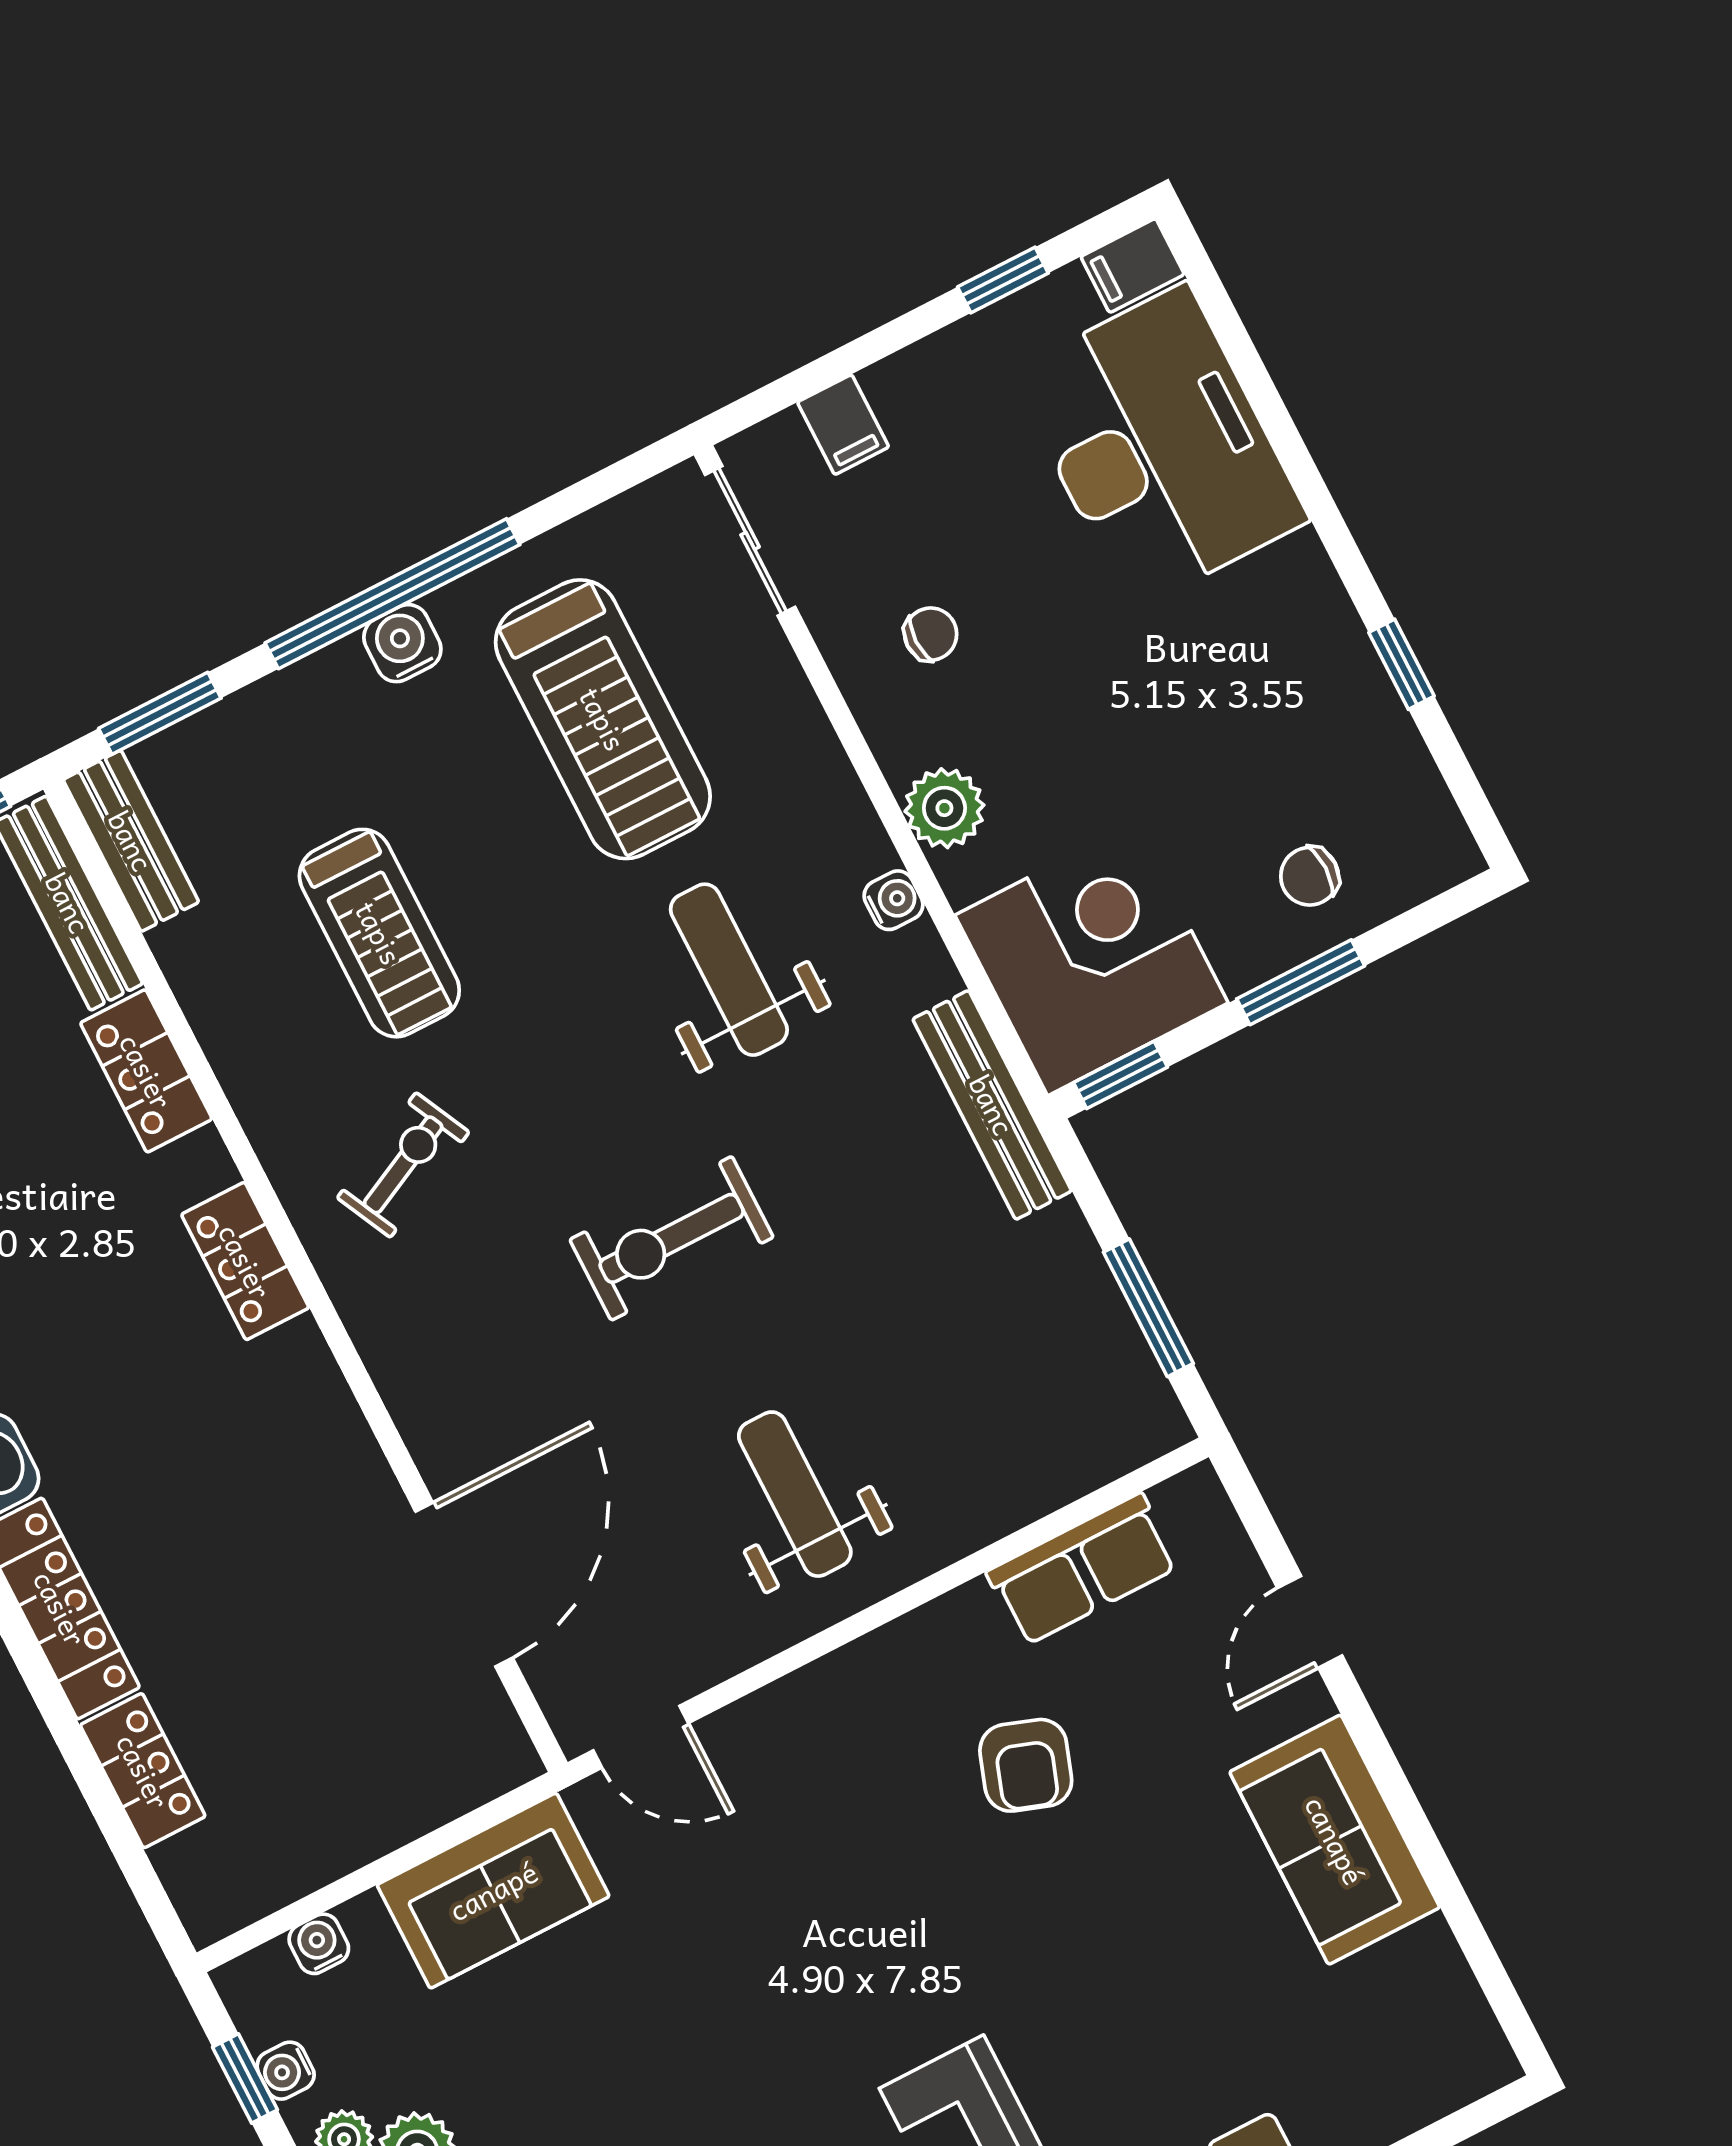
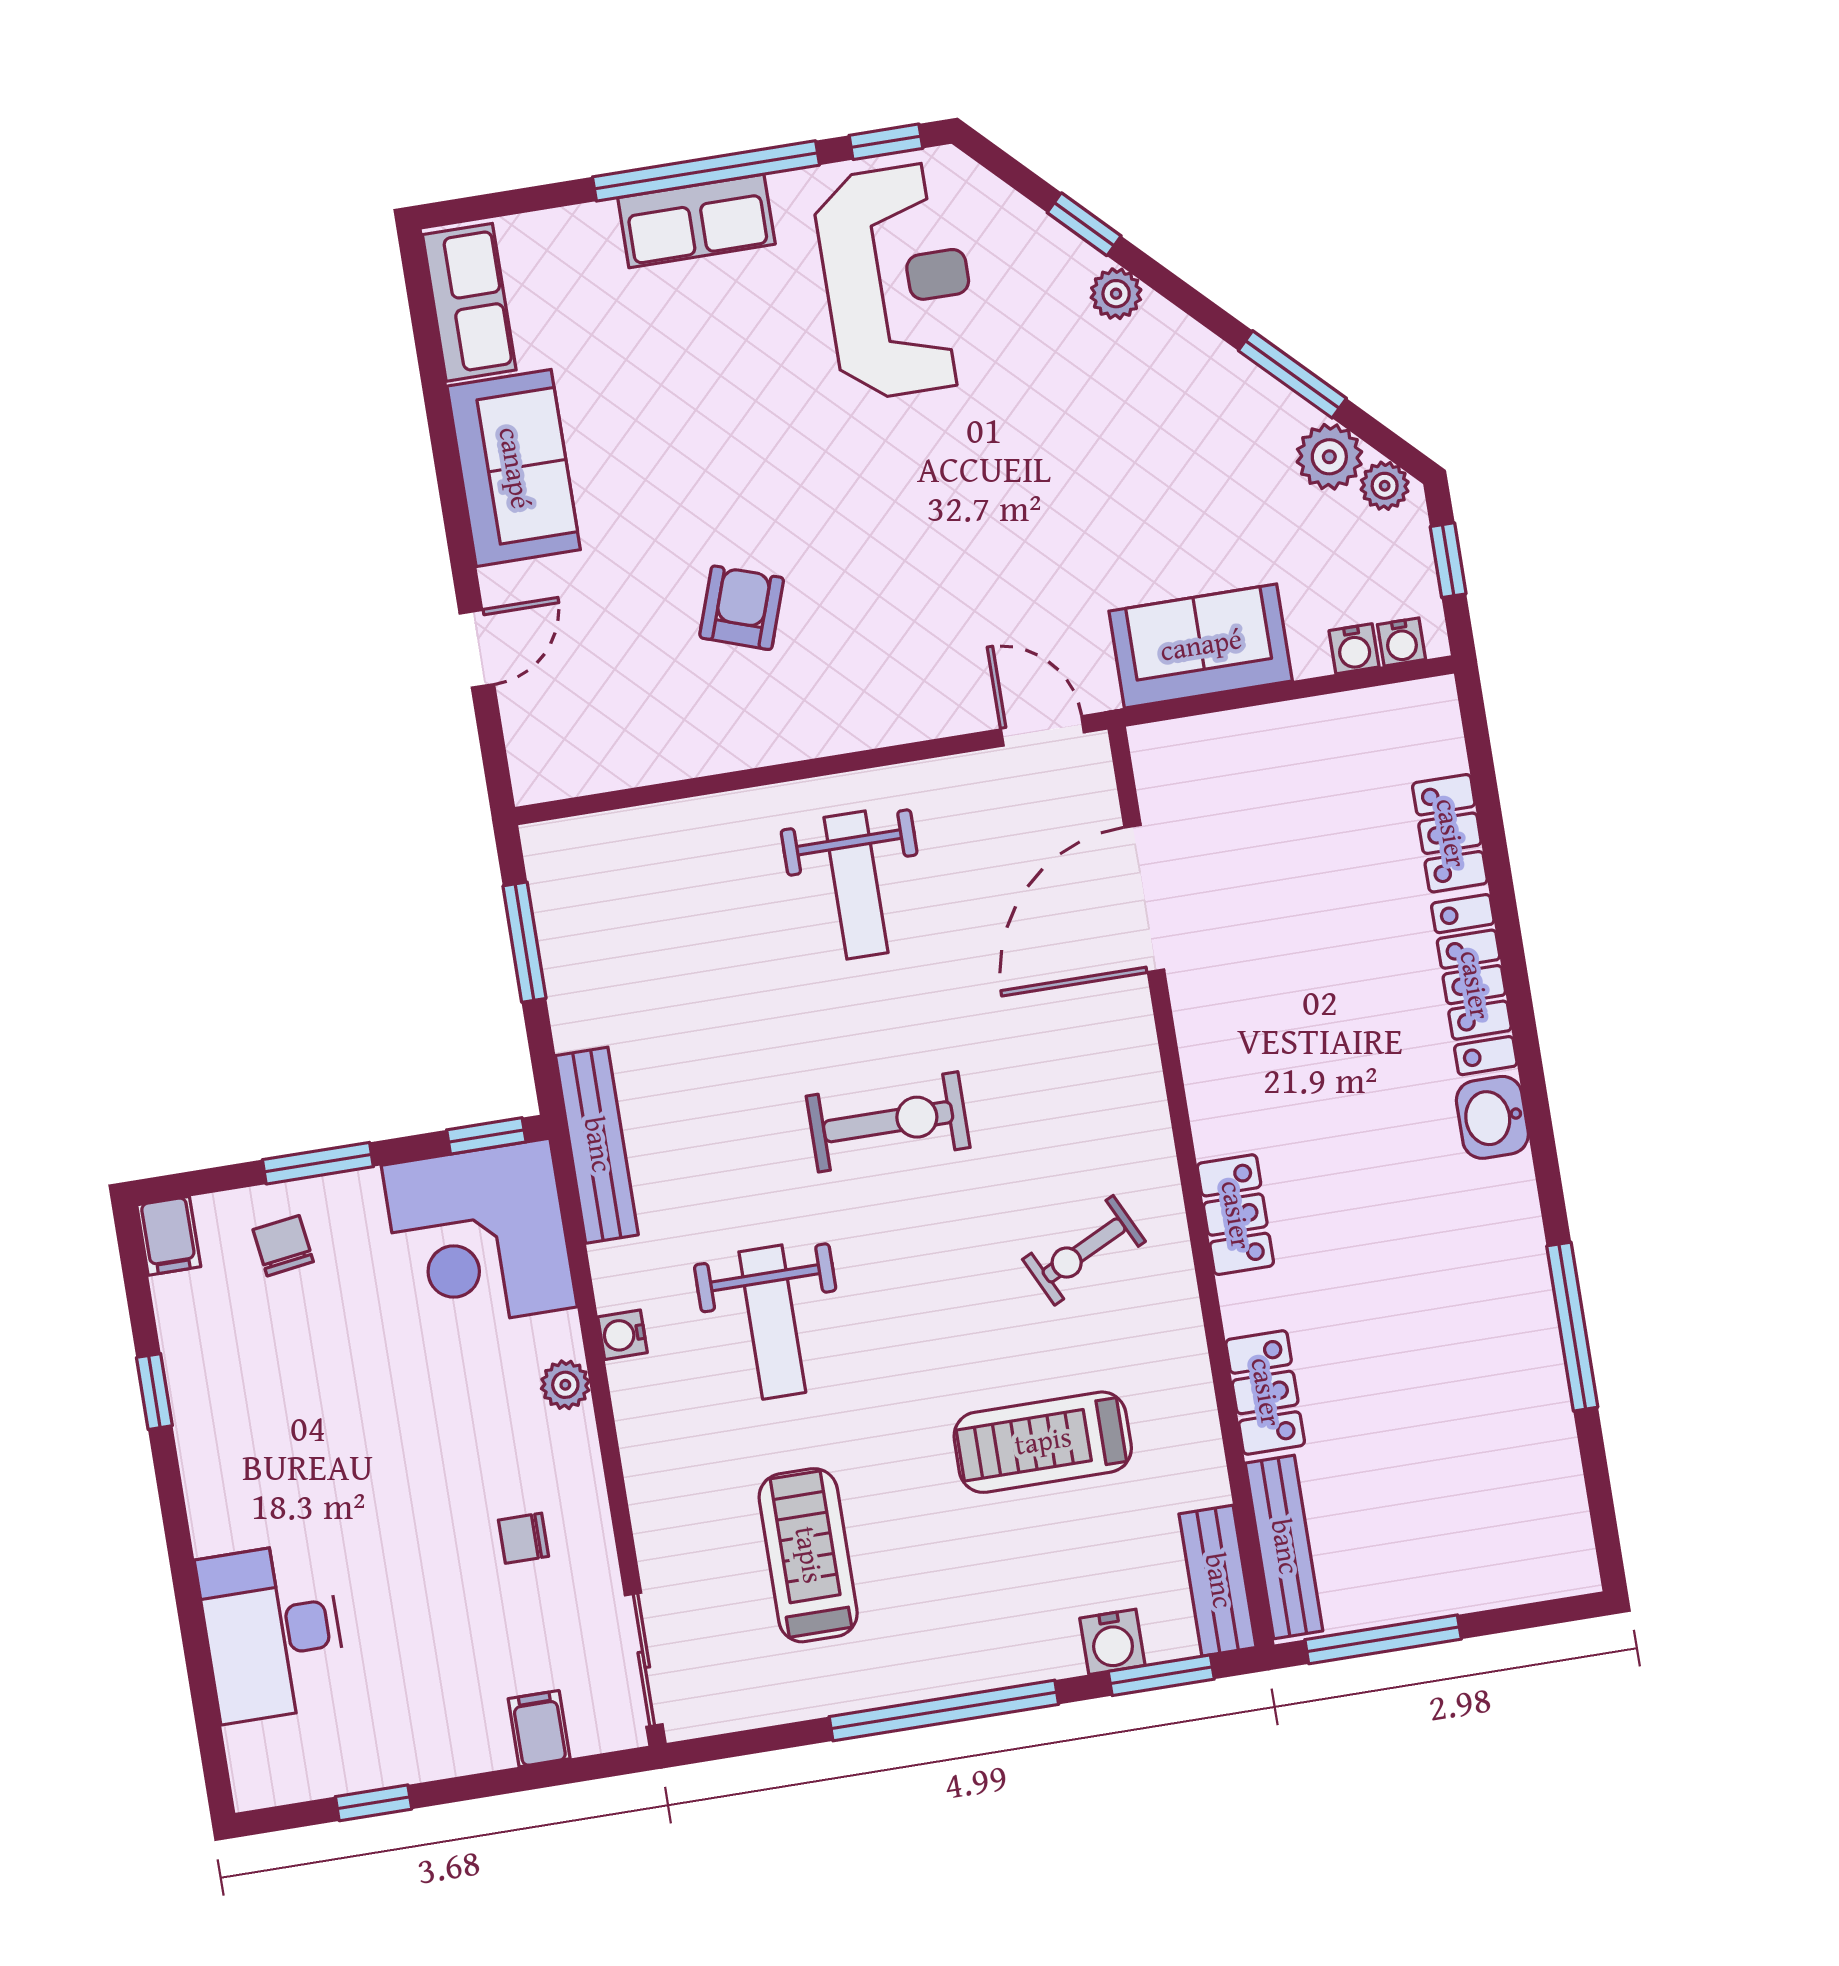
filing cabinet: (1133, 265) -> (169, 1236), moved, turned 90
desk: (1159, 446) -> (272, 1632), width x0.73, depth x0.77
water cooler: (402, 643) -> (1112, 1642), moved
treadmill: (603, 719) -> (808, 1555), width x0.73, depth x0.73
plant: (944, 808) -> (565, 1385), width x0.73, depth x0.73
chair: (1310, 876) -> (283, 1246), turned -98
treadmill: (379, 933) -> (1043, 1442), turned -90
row of seats: (1083, 1569) -> (469, 302), moved, turned 90
water cooler: (286, 2071) -> (1401, 642), moved, turned 90

